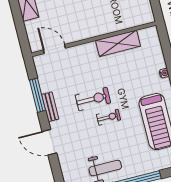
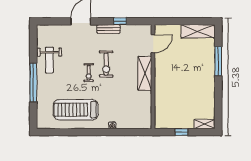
shelving: (118, 43) -> (145, 73), moved
window: (38, 95) -> (120, 21), width x0.46

